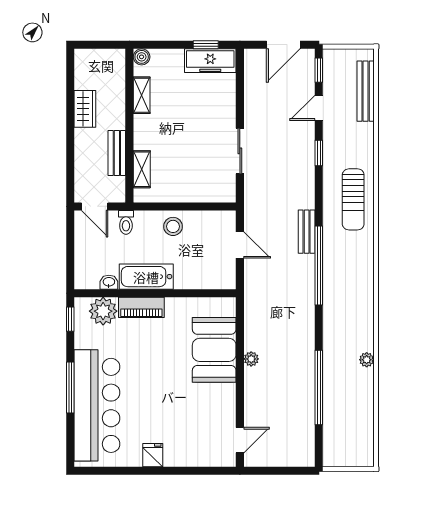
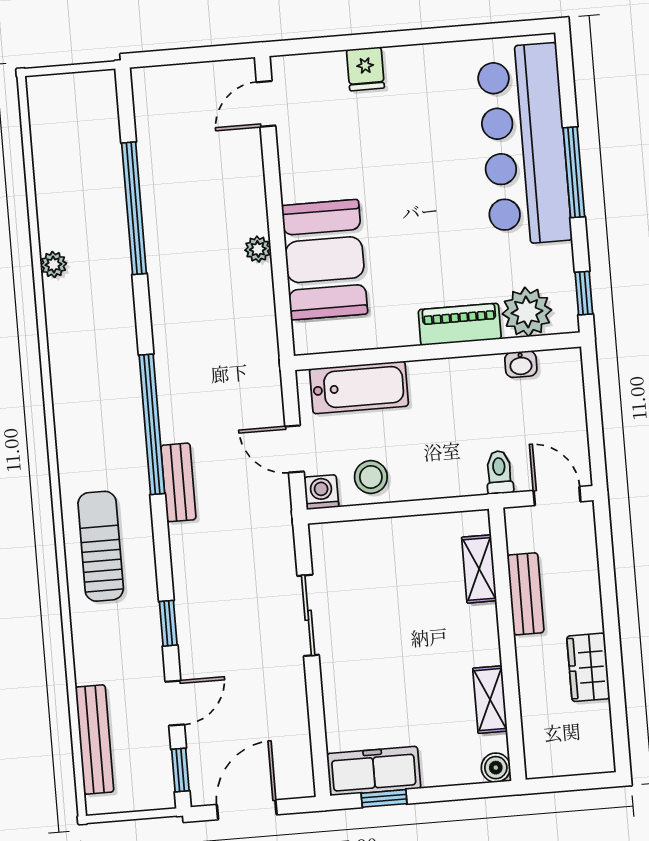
washing machine: (227, 220) -> (321, 492), added
stool: (173, 226) -> (371, 477), moved
bathtub: (146, 277) -> (359, 387), moved
fridge: (153, 455) -> (365, 69), moved

